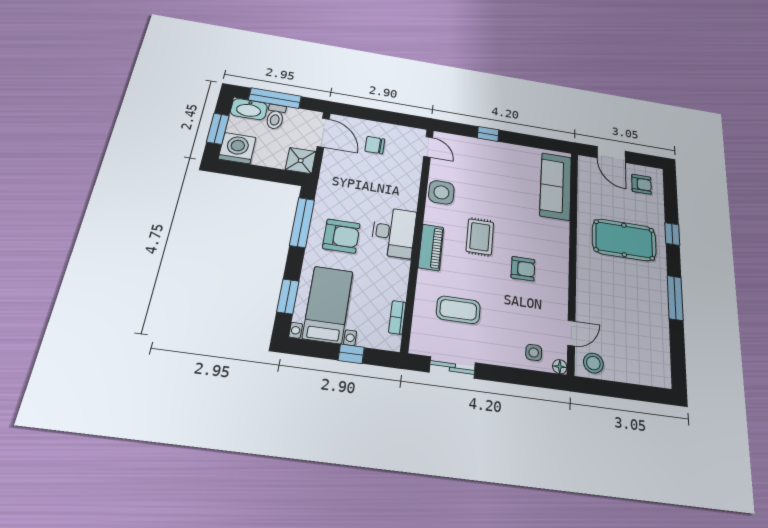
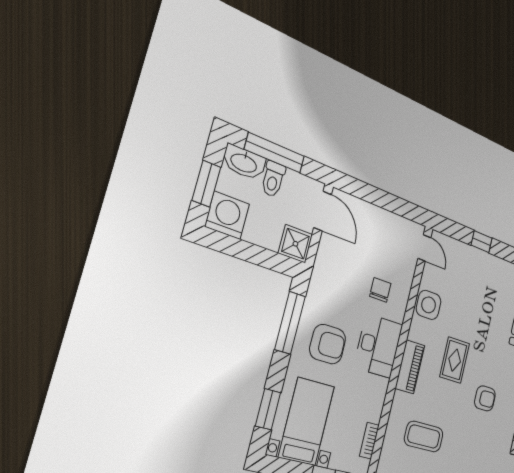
chair: (375, 145) -> (380, 290), moved, turned 90

